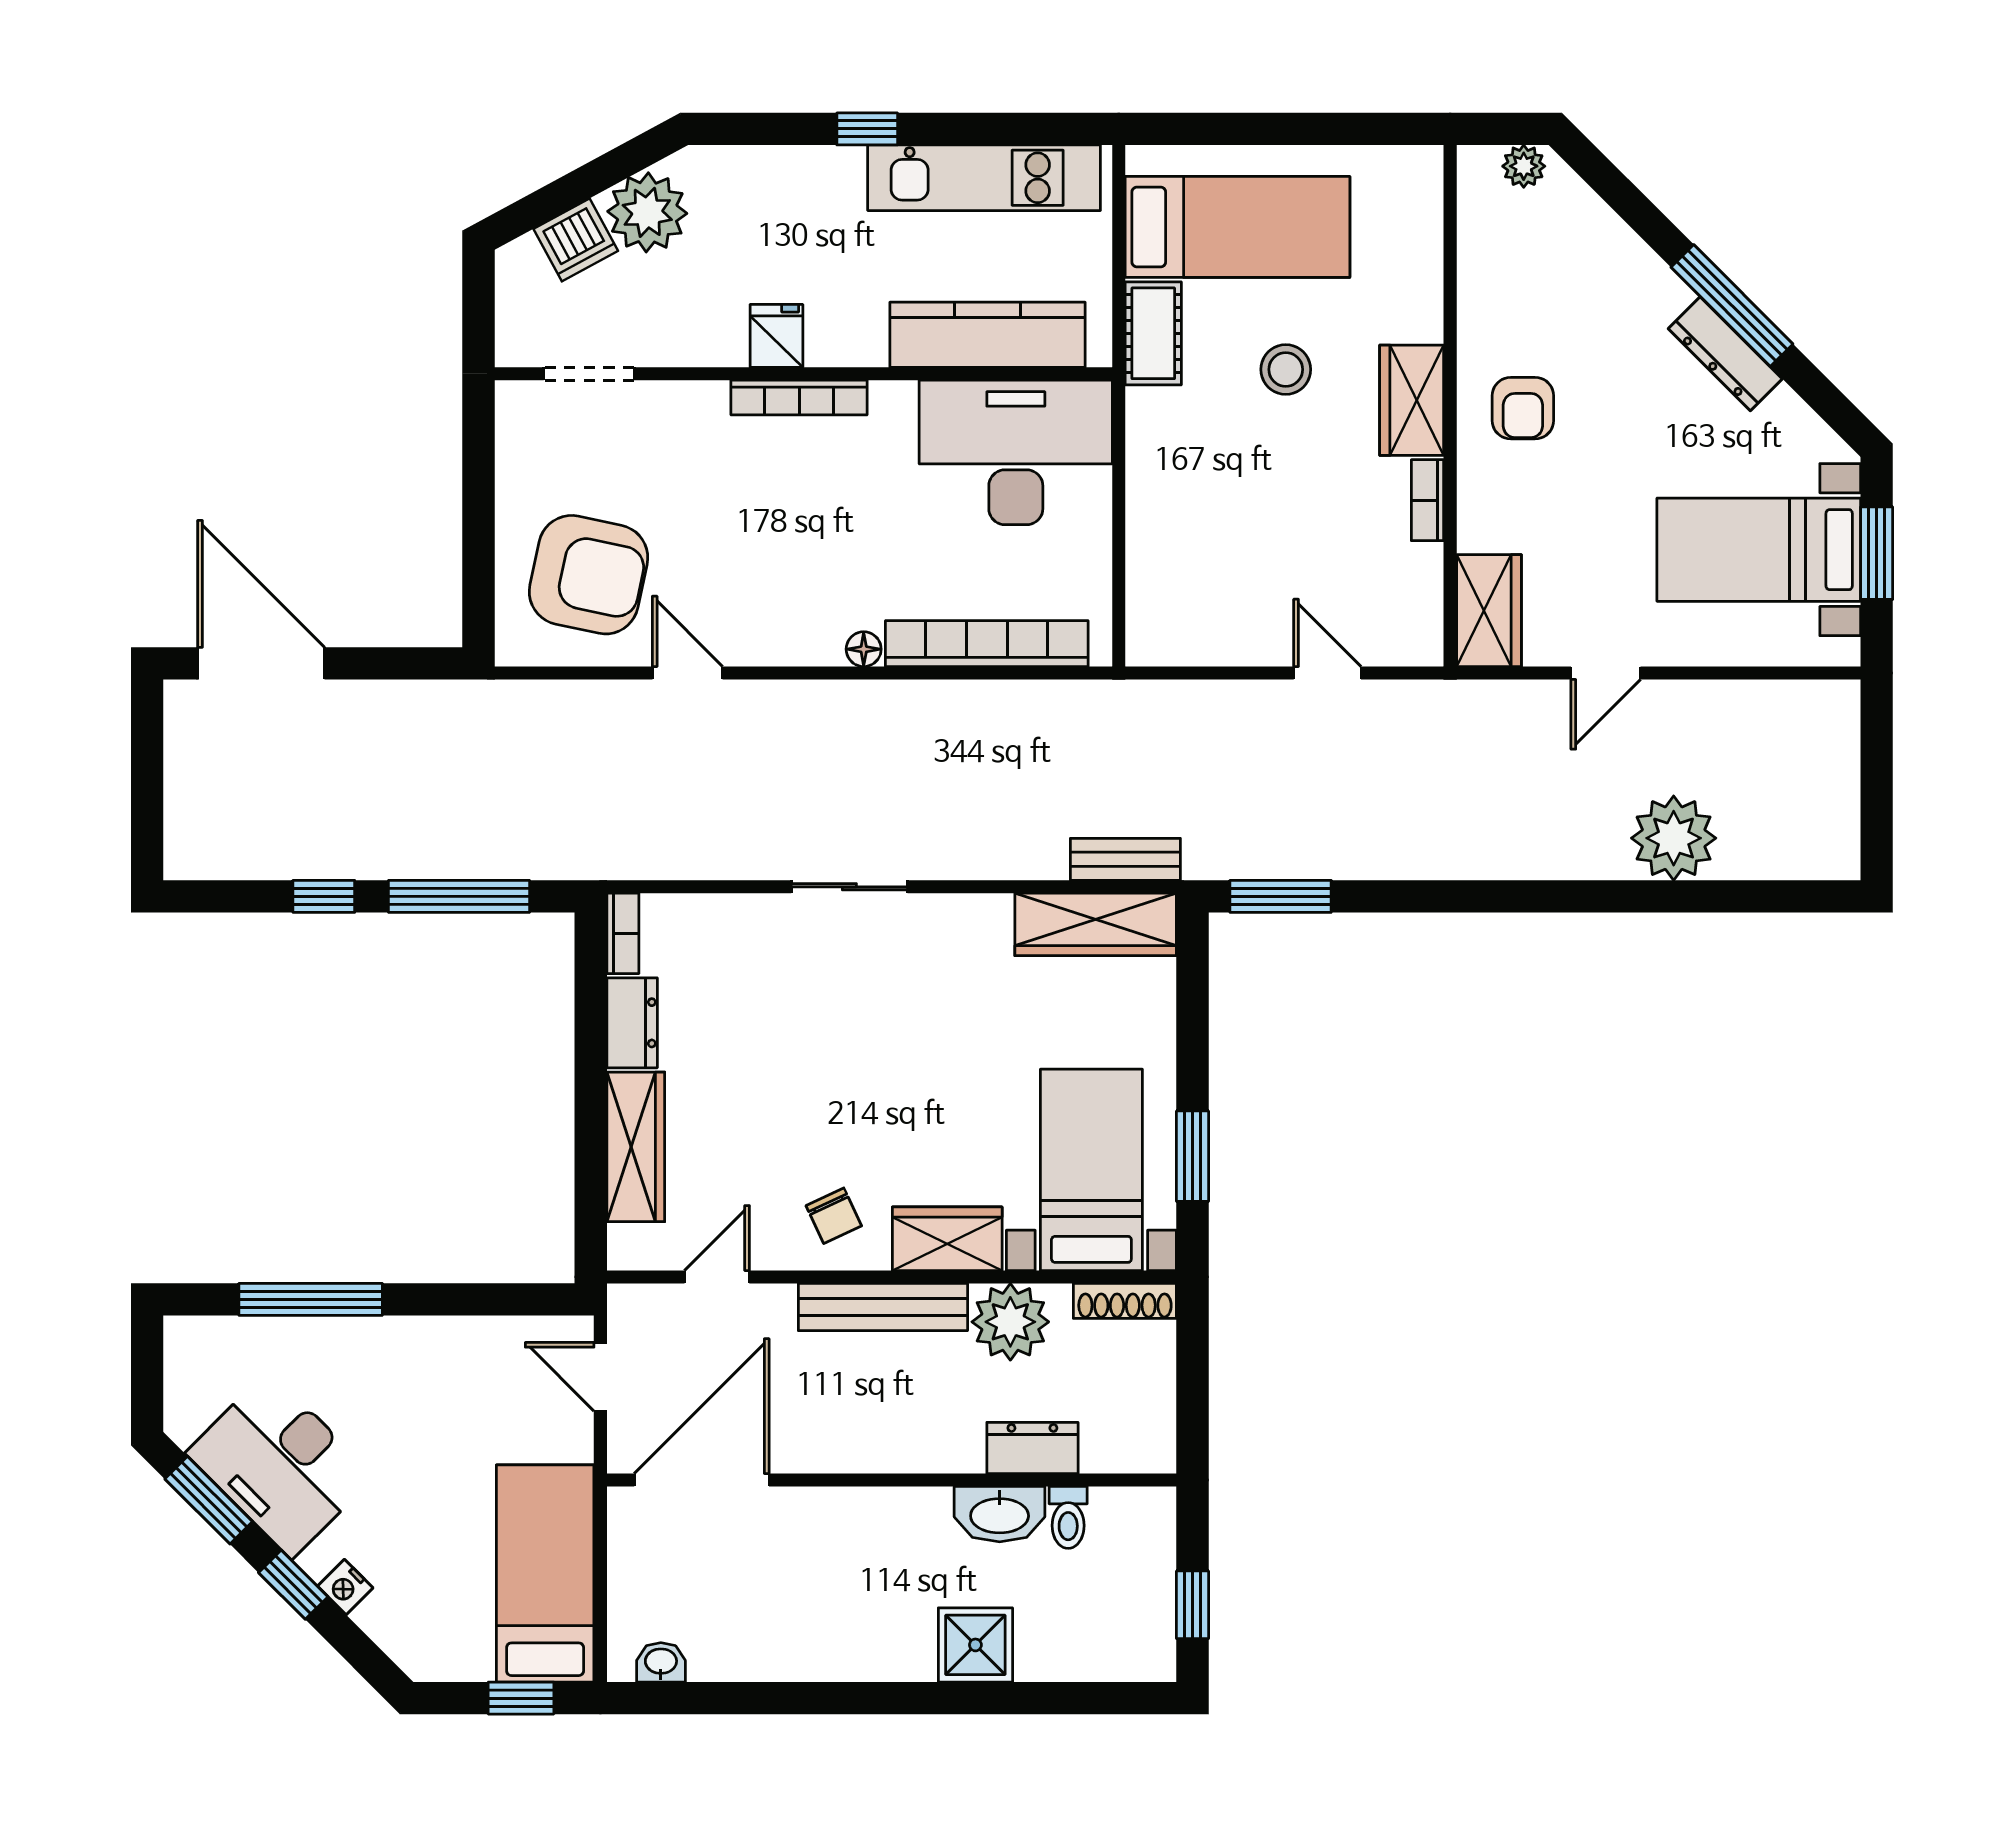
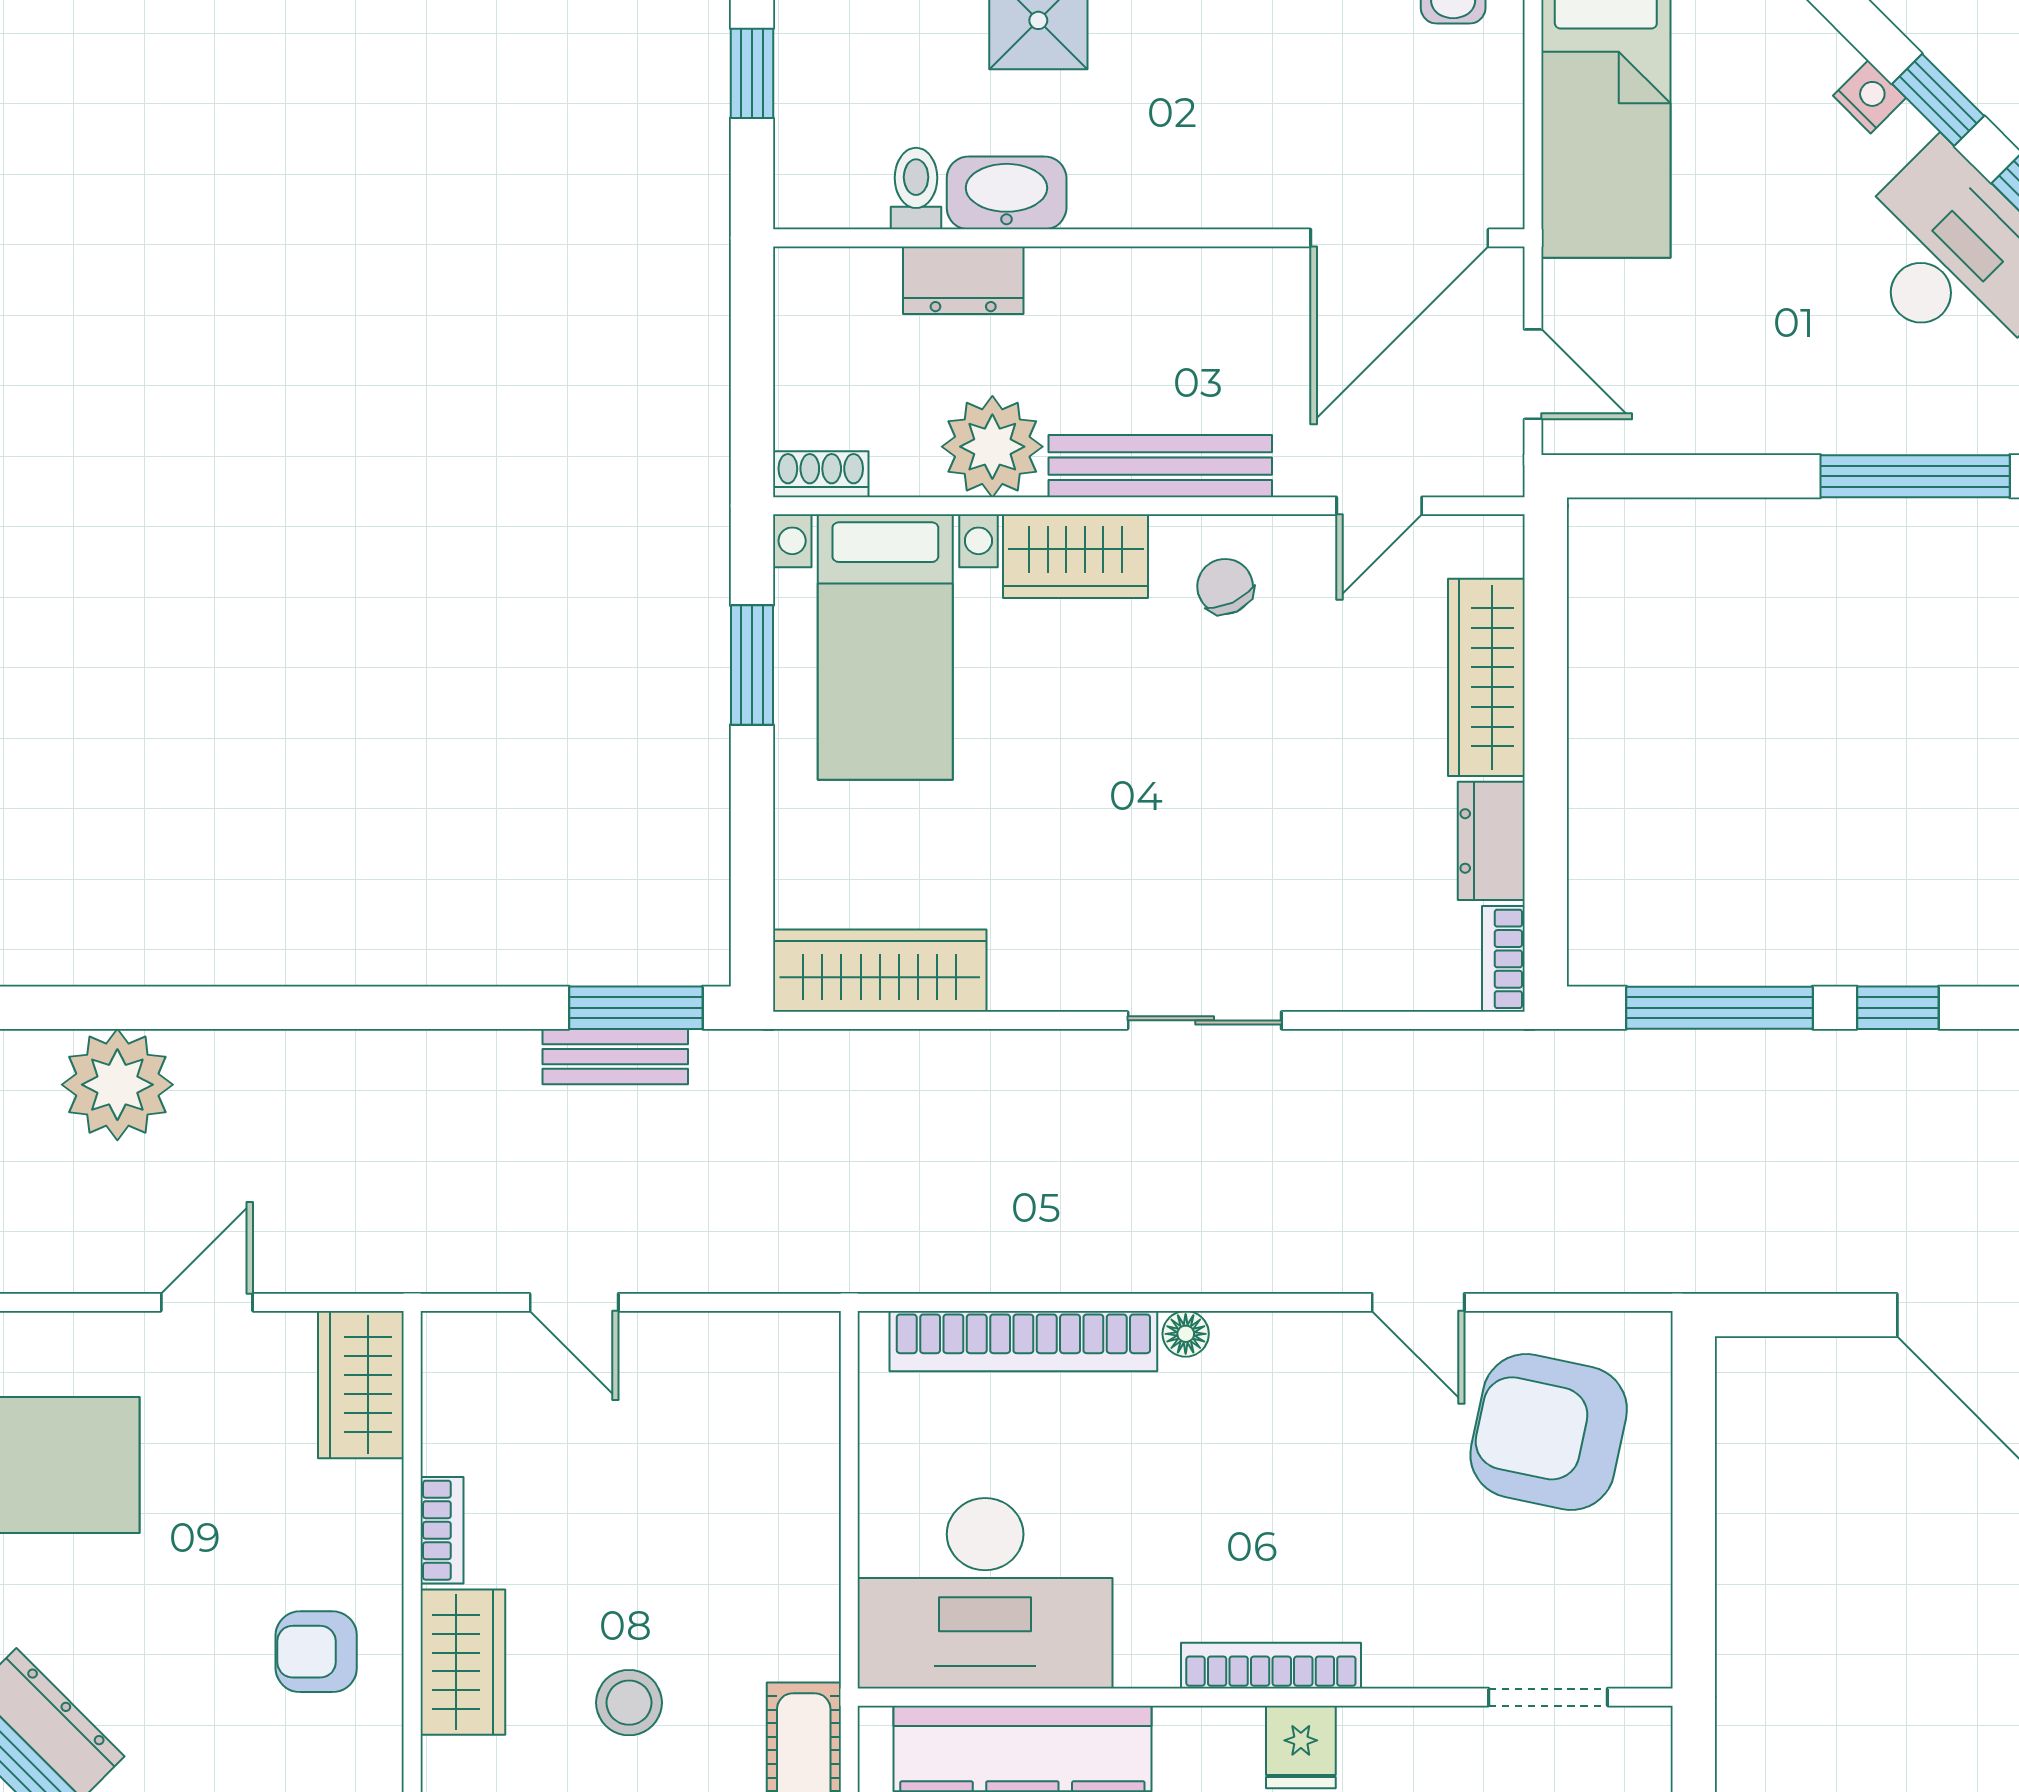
armchair: (1523, 408) -> (316, 1652), turned -90
bench: (1125, 859) -> (615, 1057), moved
shoe rack: (1125, 1301) -> (821, 474), width x0.70

